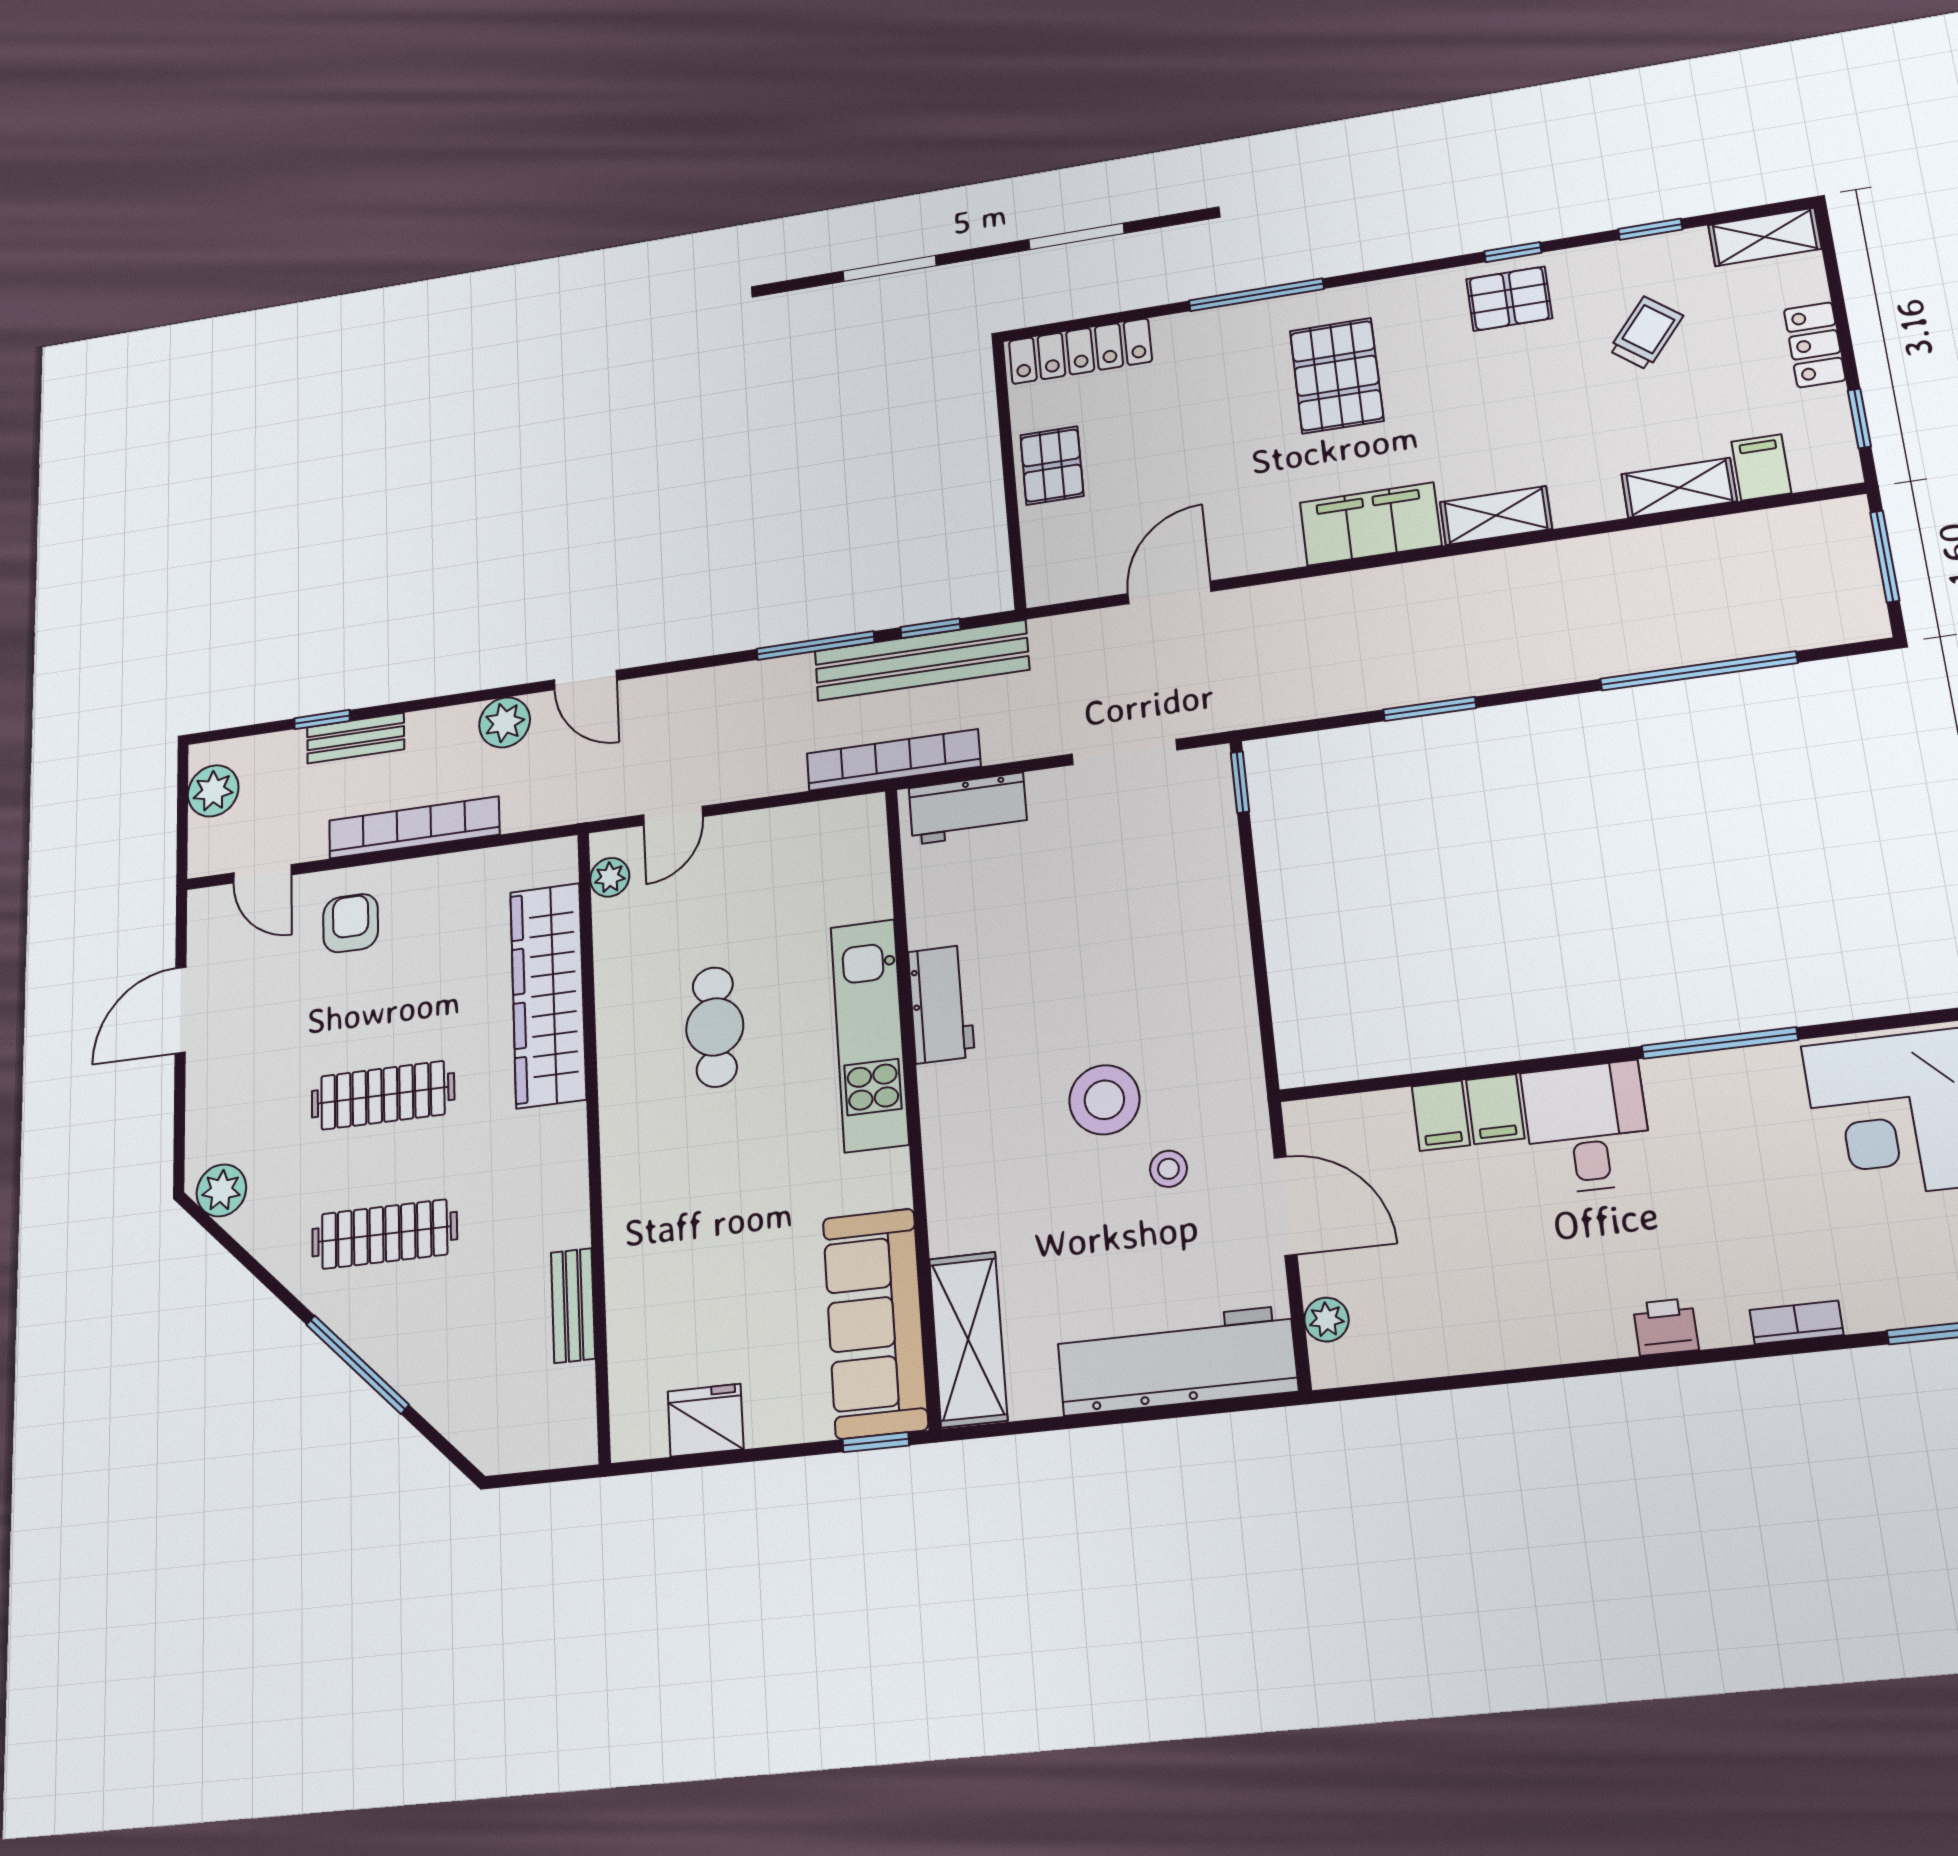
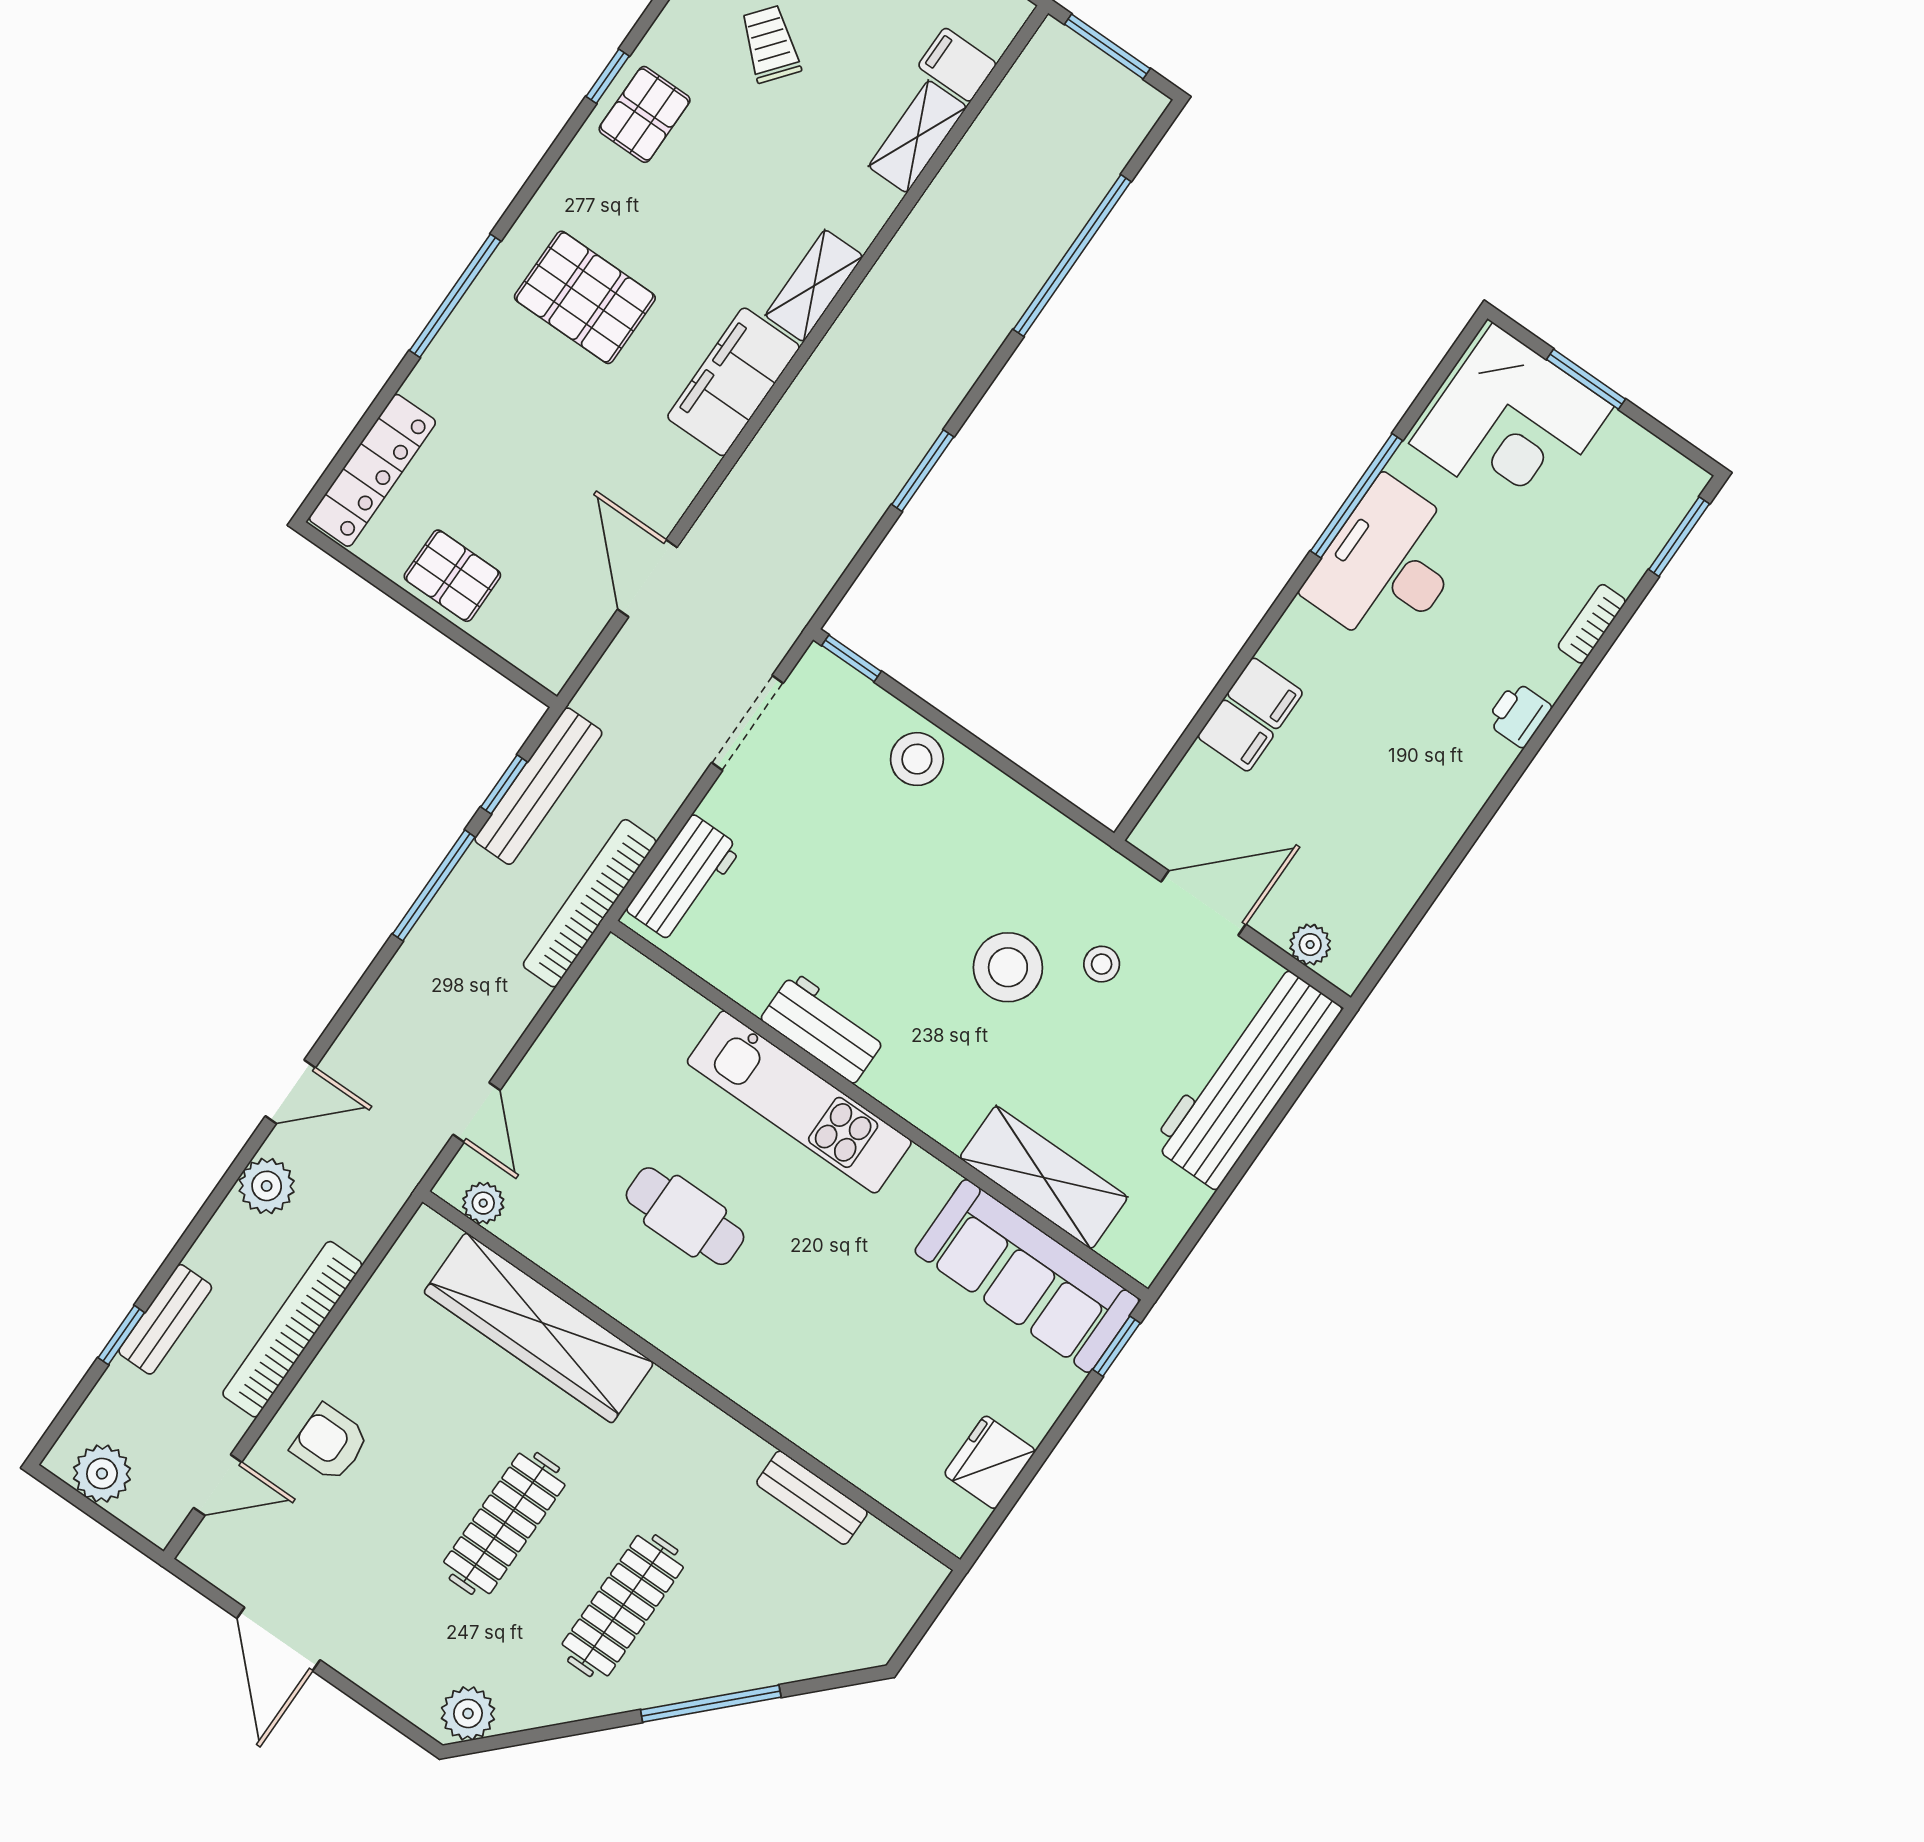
bench: (921, 660) -> (538, 786), width x0.73, depth x0.82
stool: (1206, 894) -> (917, 759), added
desk: (1587, 1127) -> (1388, 565), moved, width x1.37
shelving: (968, 1339) -> (1044, 1177), moved

